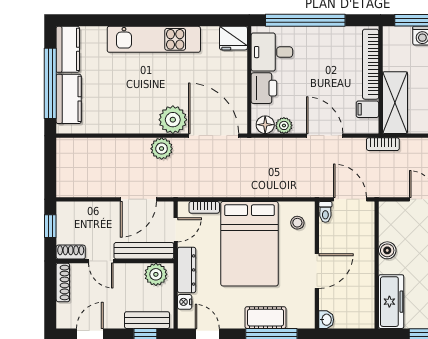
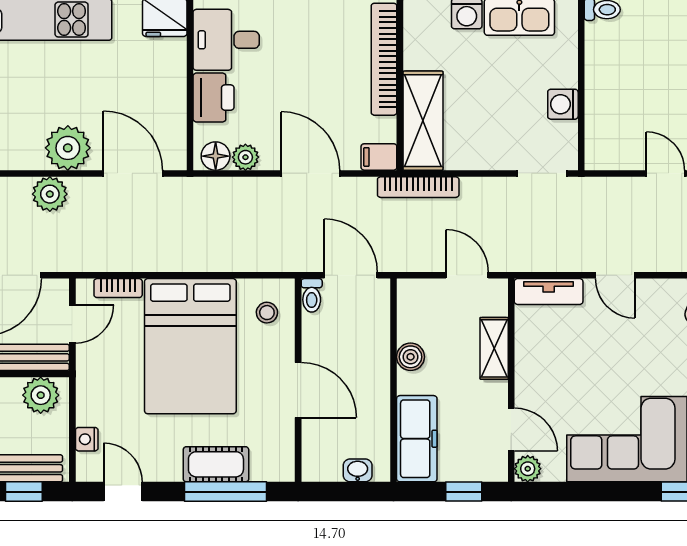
filing cabinet: (367, 109) -> (379, 157), moved
door: (214, 136) -> (133, 173), width x0.73
bookcase: (383, 144) -> (418, 187), width x1.56
dresser: (187, 270) -> (90, 388), removed
door: (317, 271) -> (298, 390), hinge flipped
washbasin: (326, 320) -> (358, 470), moved, turned -90

